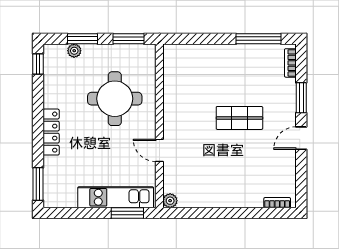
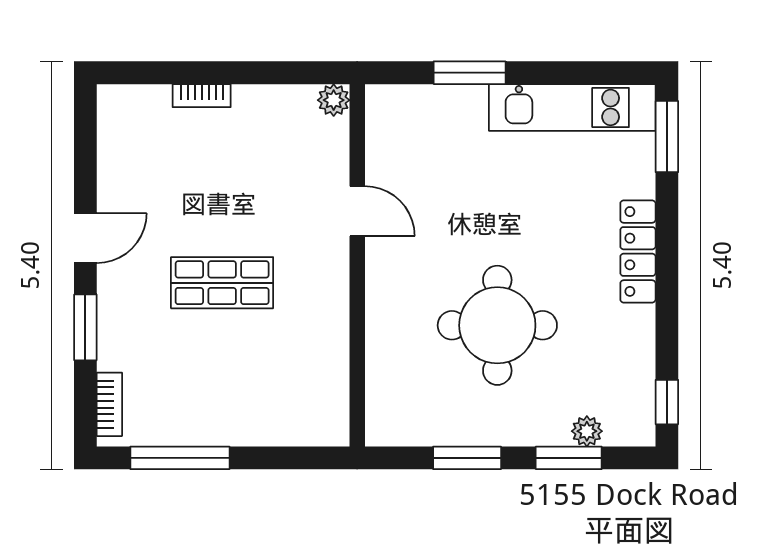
wall: (159, 126) -> (357, 265), moved
door: (159, 150) -> (357, 211), moved
kitchen unit: (116, 197) -> (572, 107), moved
plant: (170, 201) -> (334, 100), moved
bookcase: (277, 203) -> (202, 96), moved

